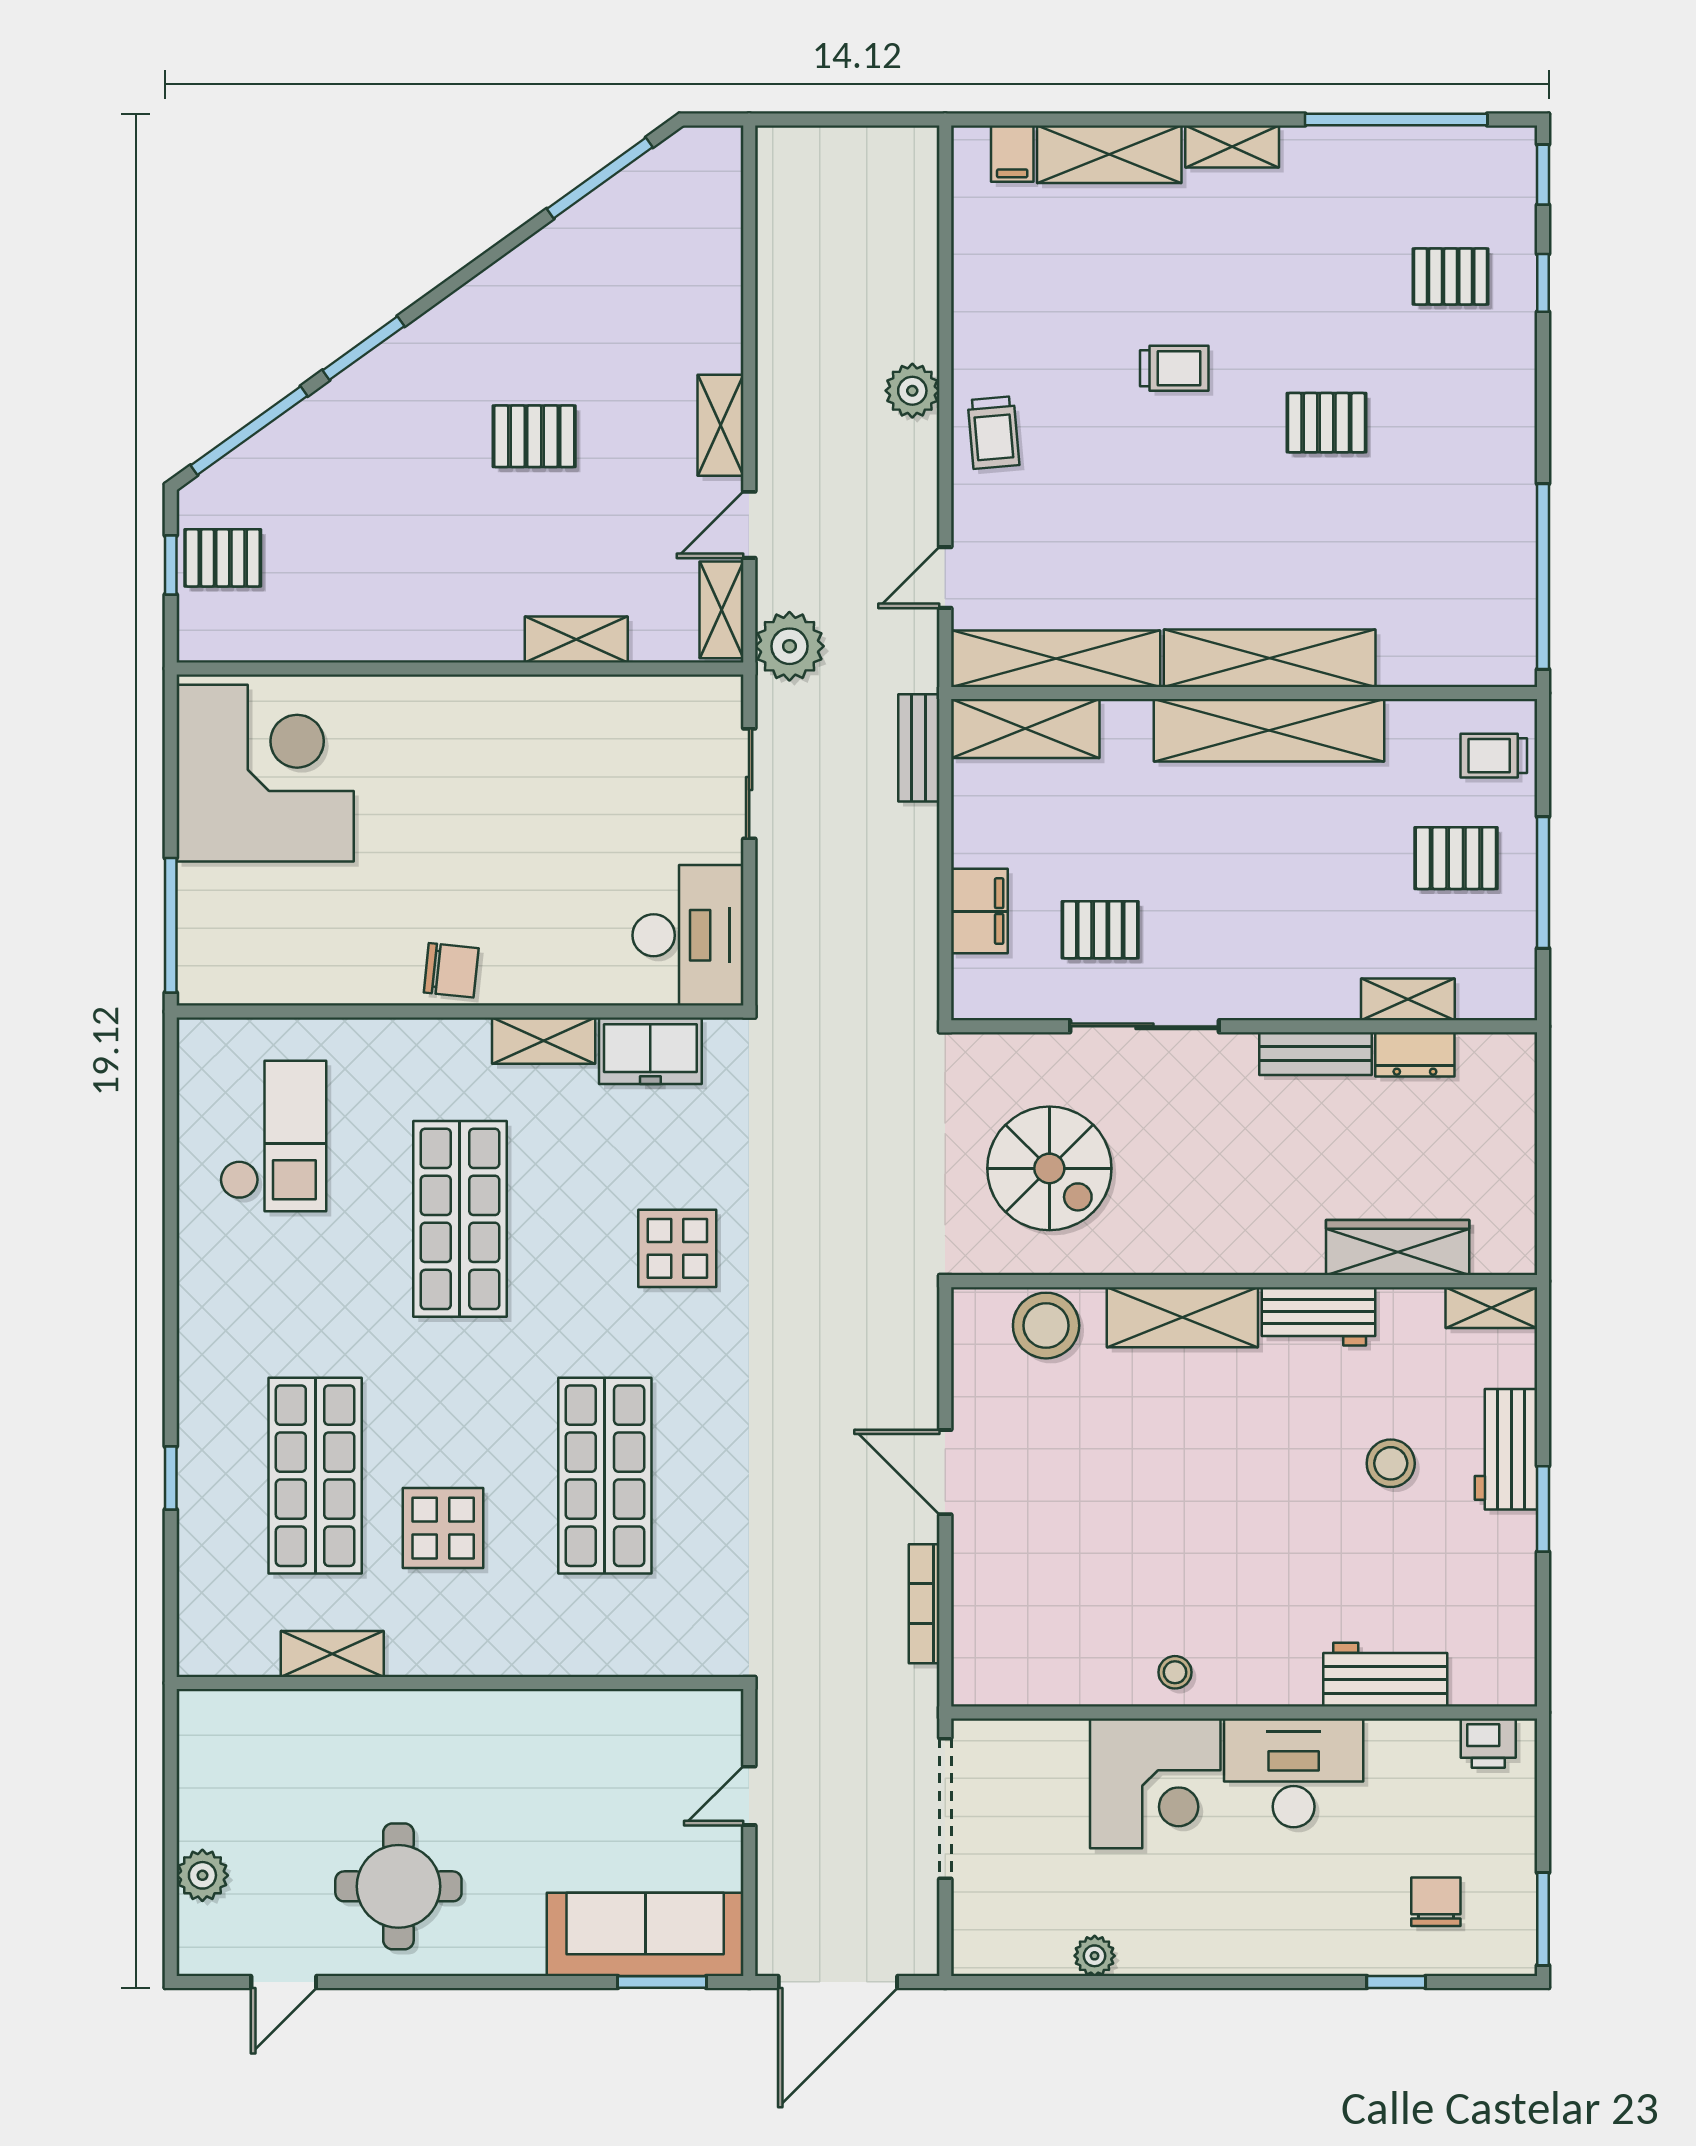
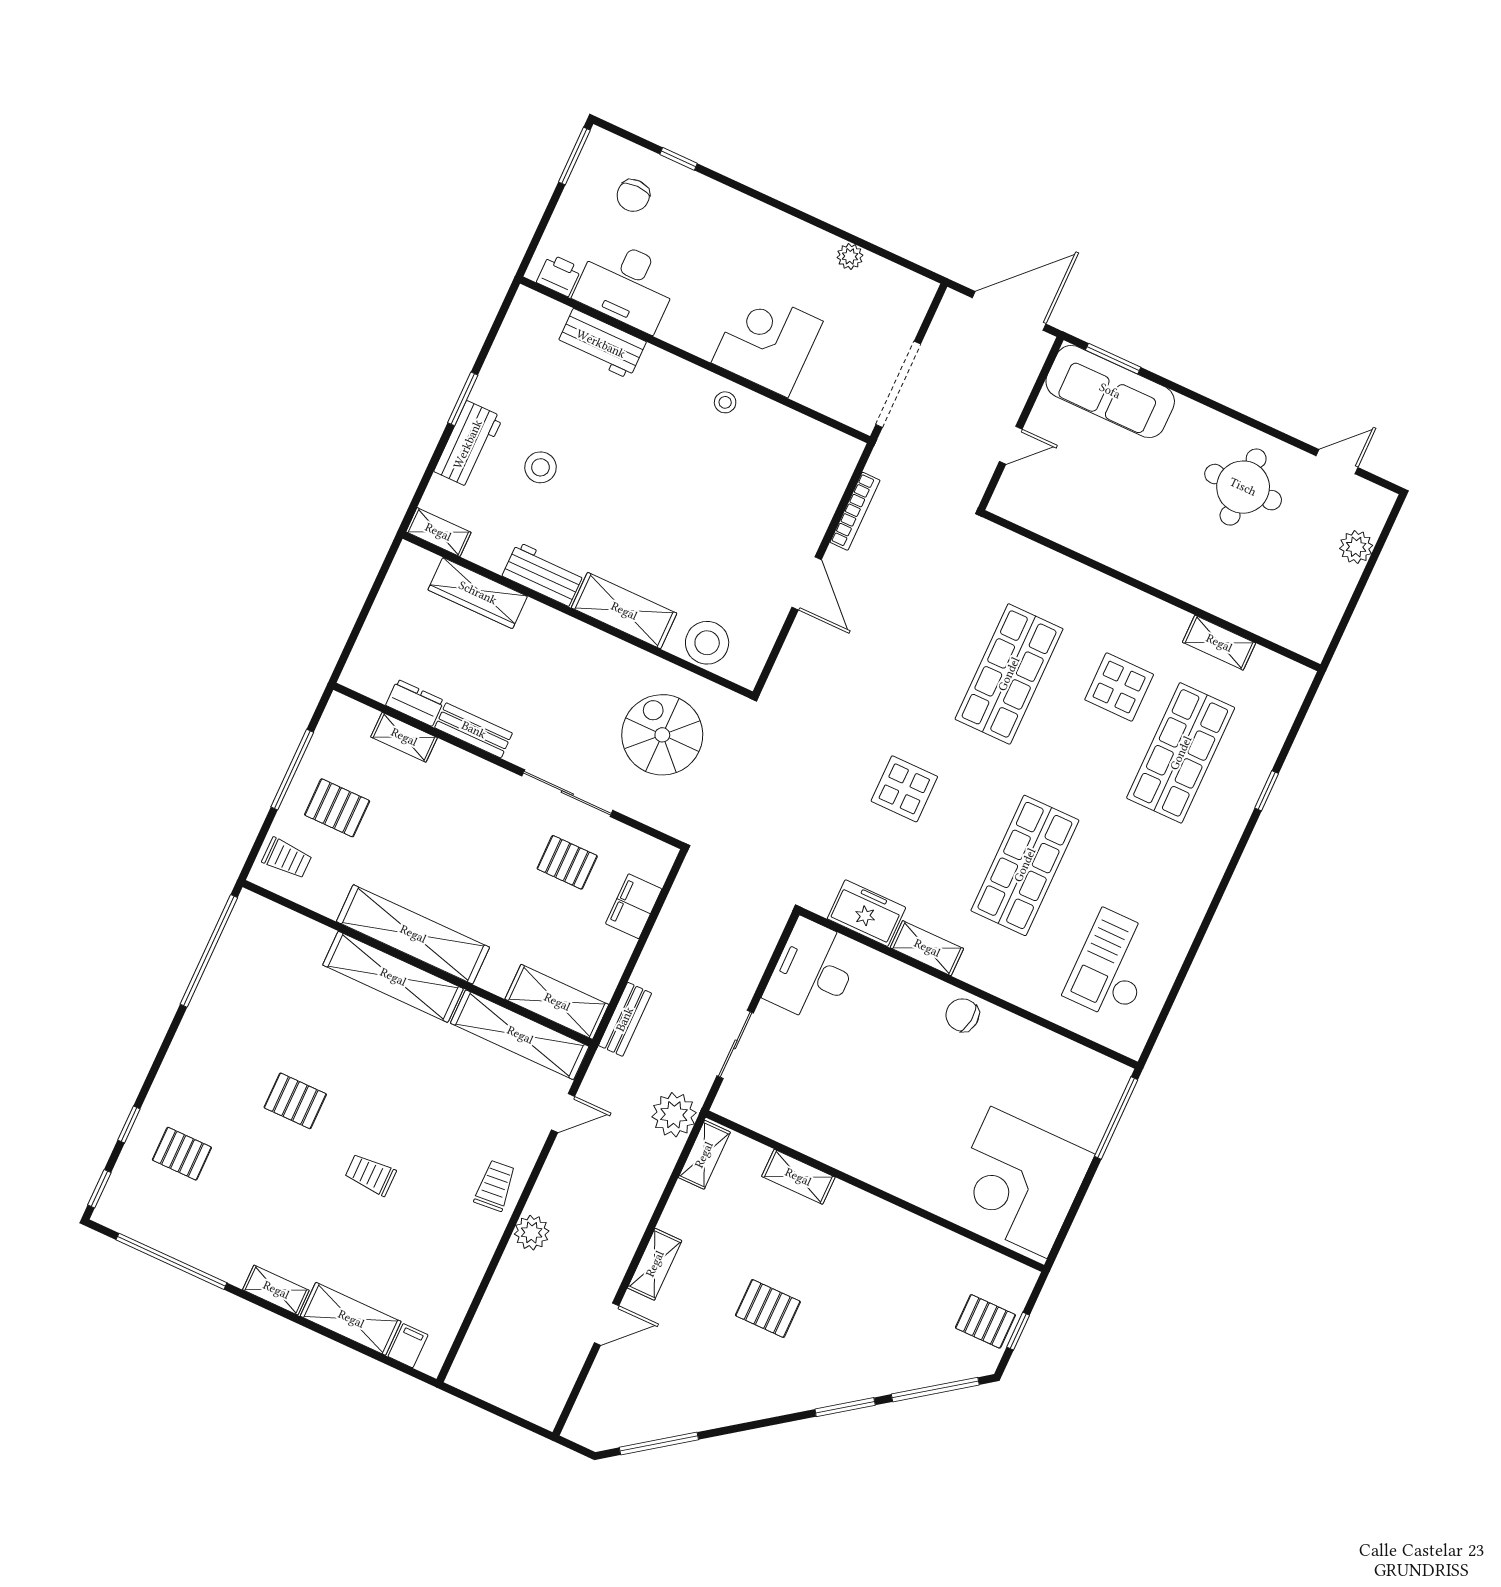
door: (749, 525) -> (607, 1324), moved
desk: (1294, 1773) -> (627, 285), moved

